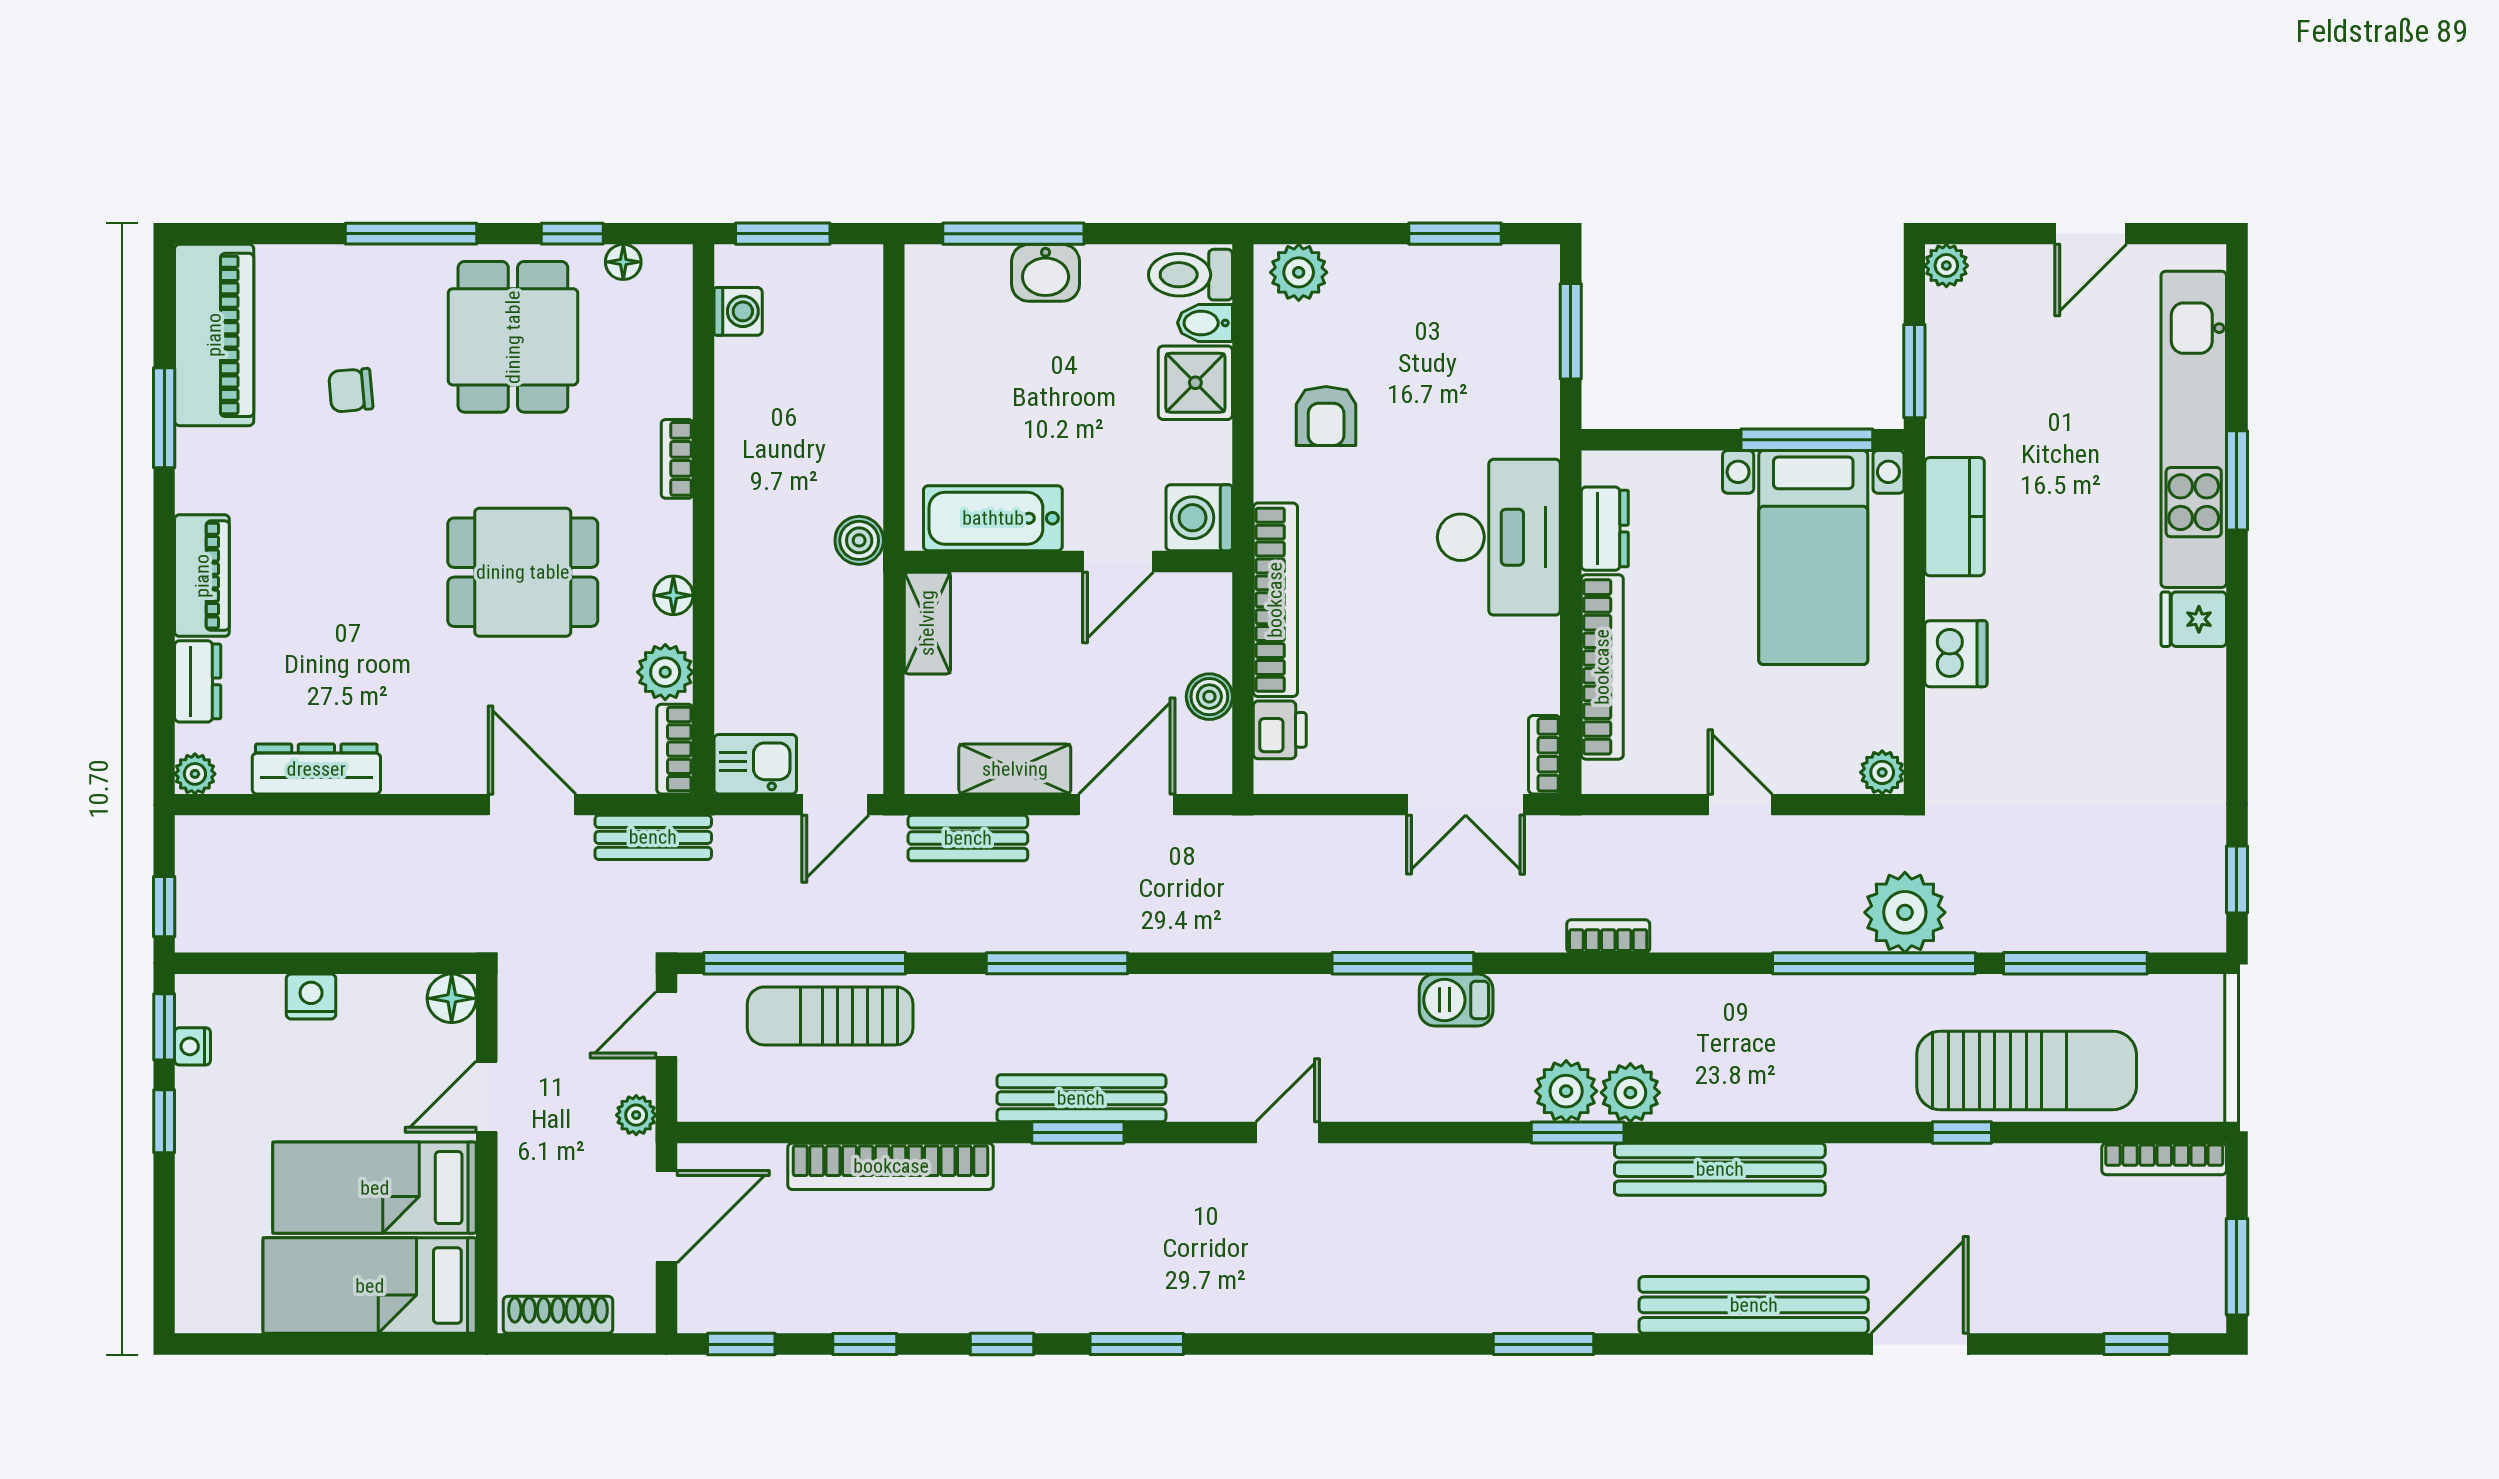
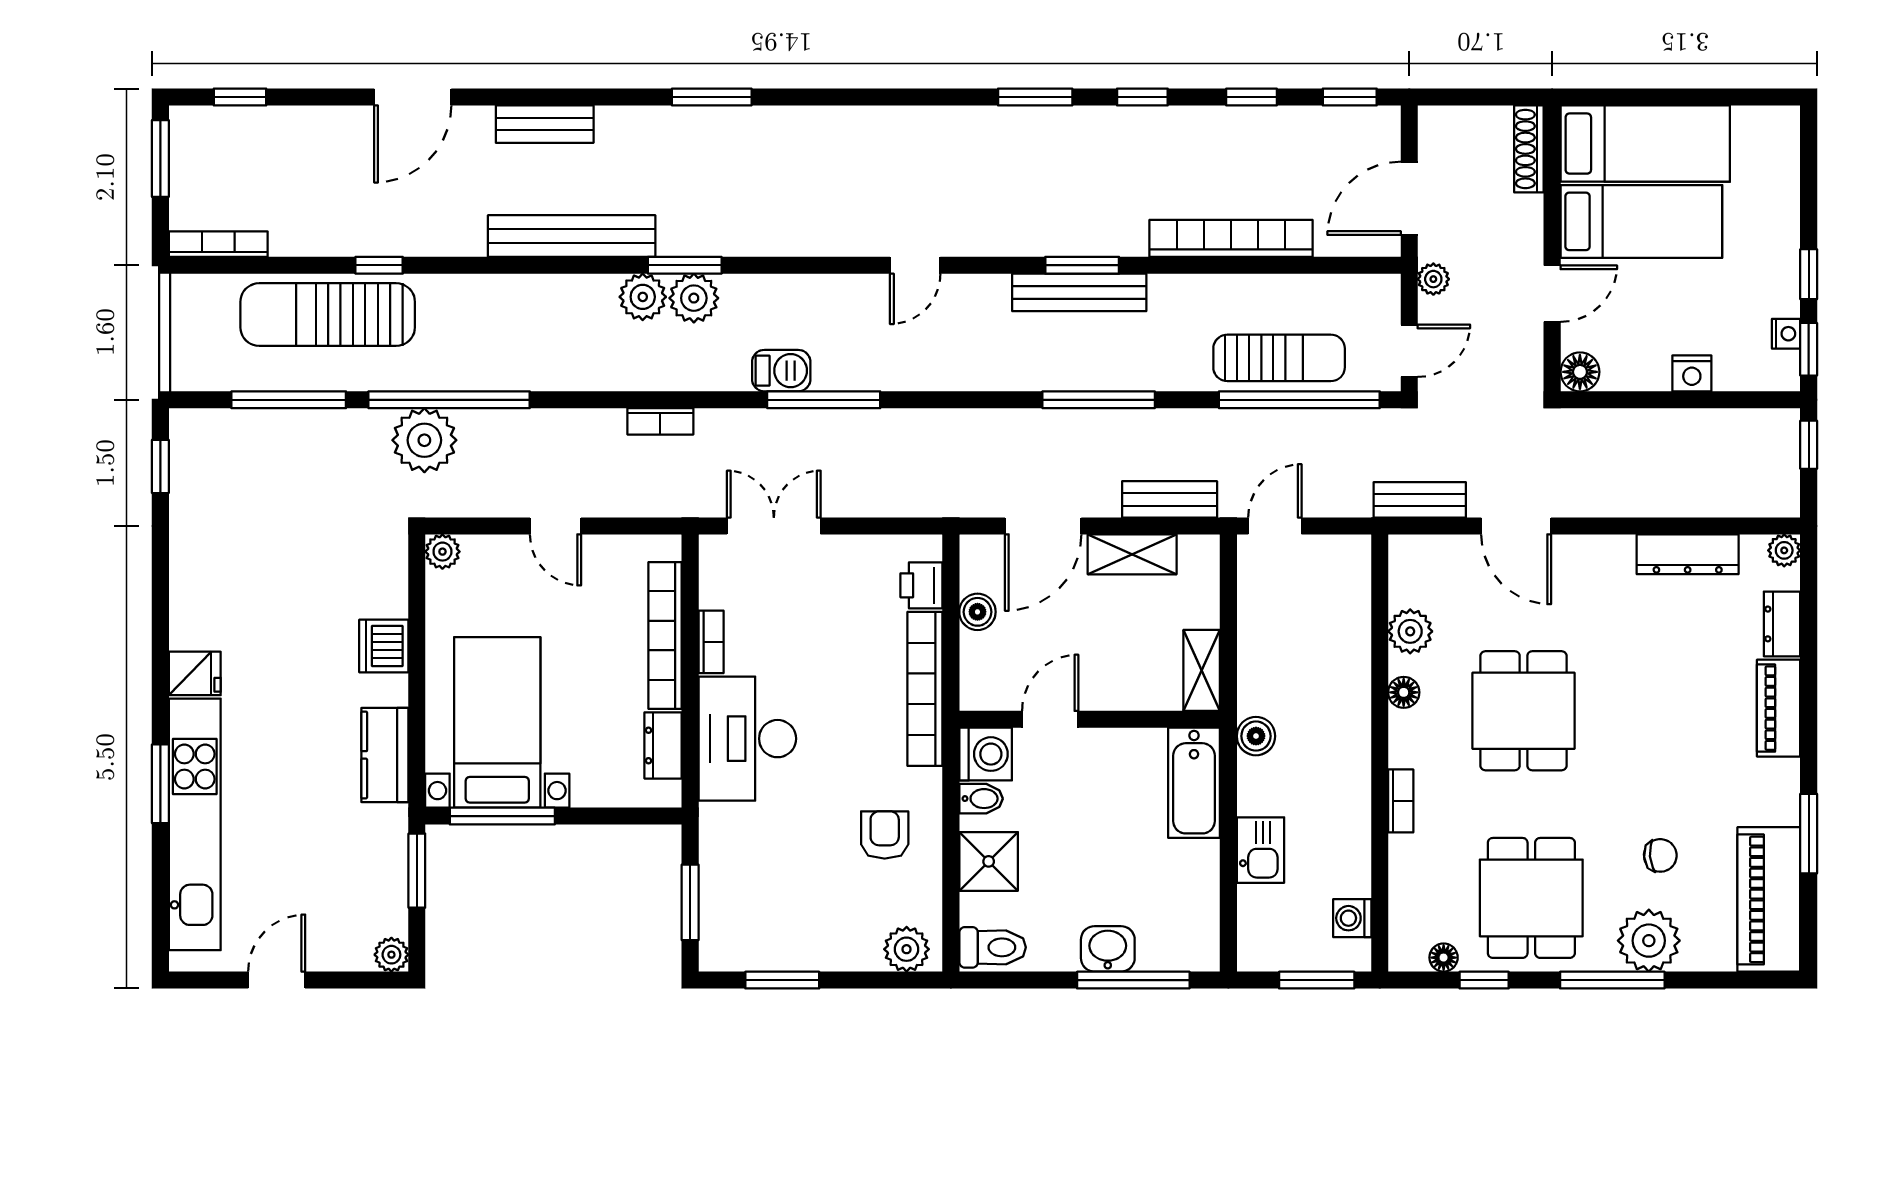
plant: (365, 283) -> (1649, 941), added
bidet: (1205, 323) -> (981, 799), moved
bathtub: (993, 518) -> (1194, 783), moved, turned 90
dining table: (523, 572) -> (1524, 711), turned 90
bookcase: (675, 749) -> (1402, 570), removed
bookcase: (1544, 755) -> (711, 642), moved
kitchen sink: (755, 764) -> (1261, 850), moved, turned -90
bench: (1754, 1305) -> (545, 124), width x0.54, depth x0.82
shoe rack: (558, 1315) -> (1529, 149), moved, turned 90

